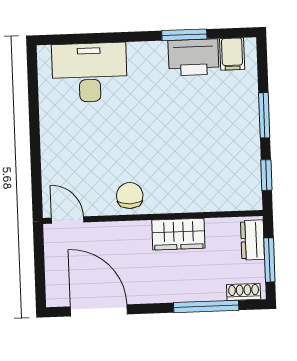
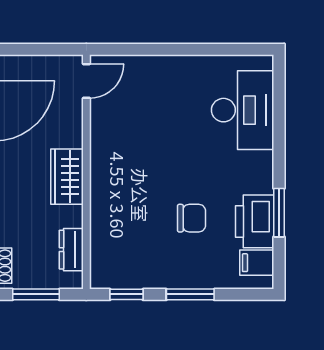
chair: (130, 196) -> (191, 218), moved
wardrobe: (178, 234) -> (67, 177), moved
dresser: (253, 240) -> (71, 250), moved, turned -90

